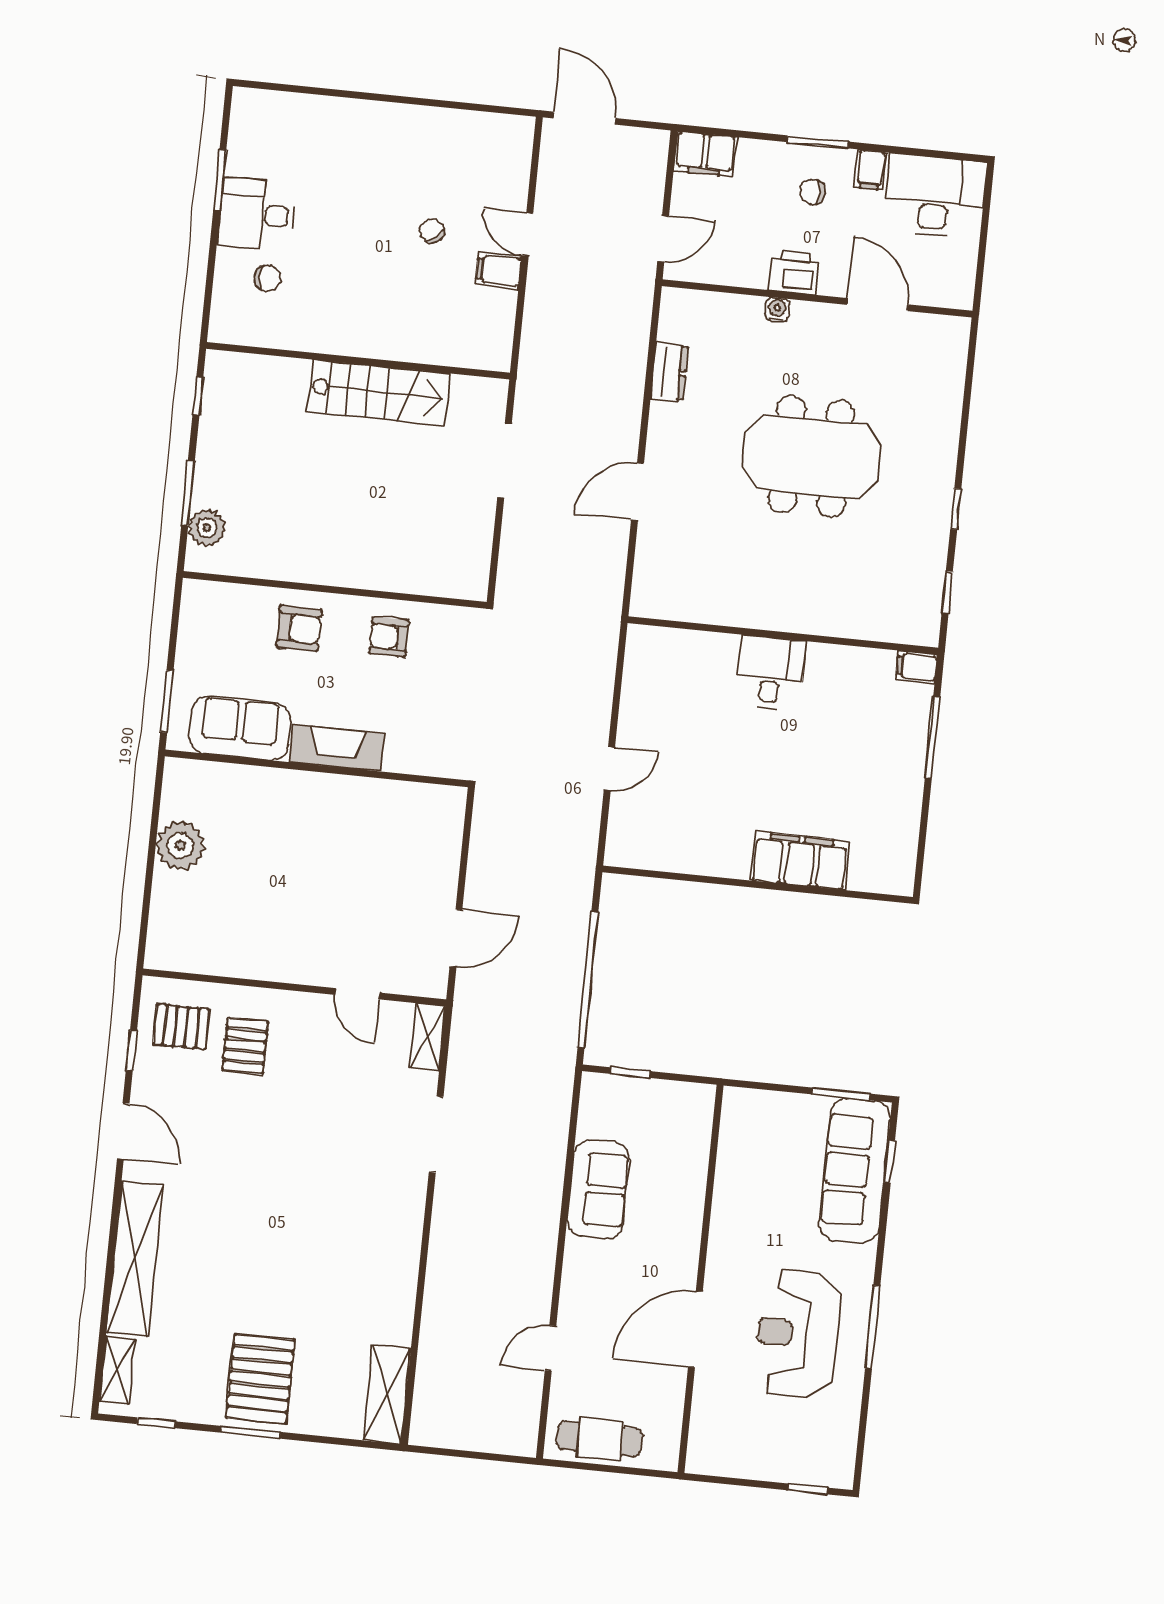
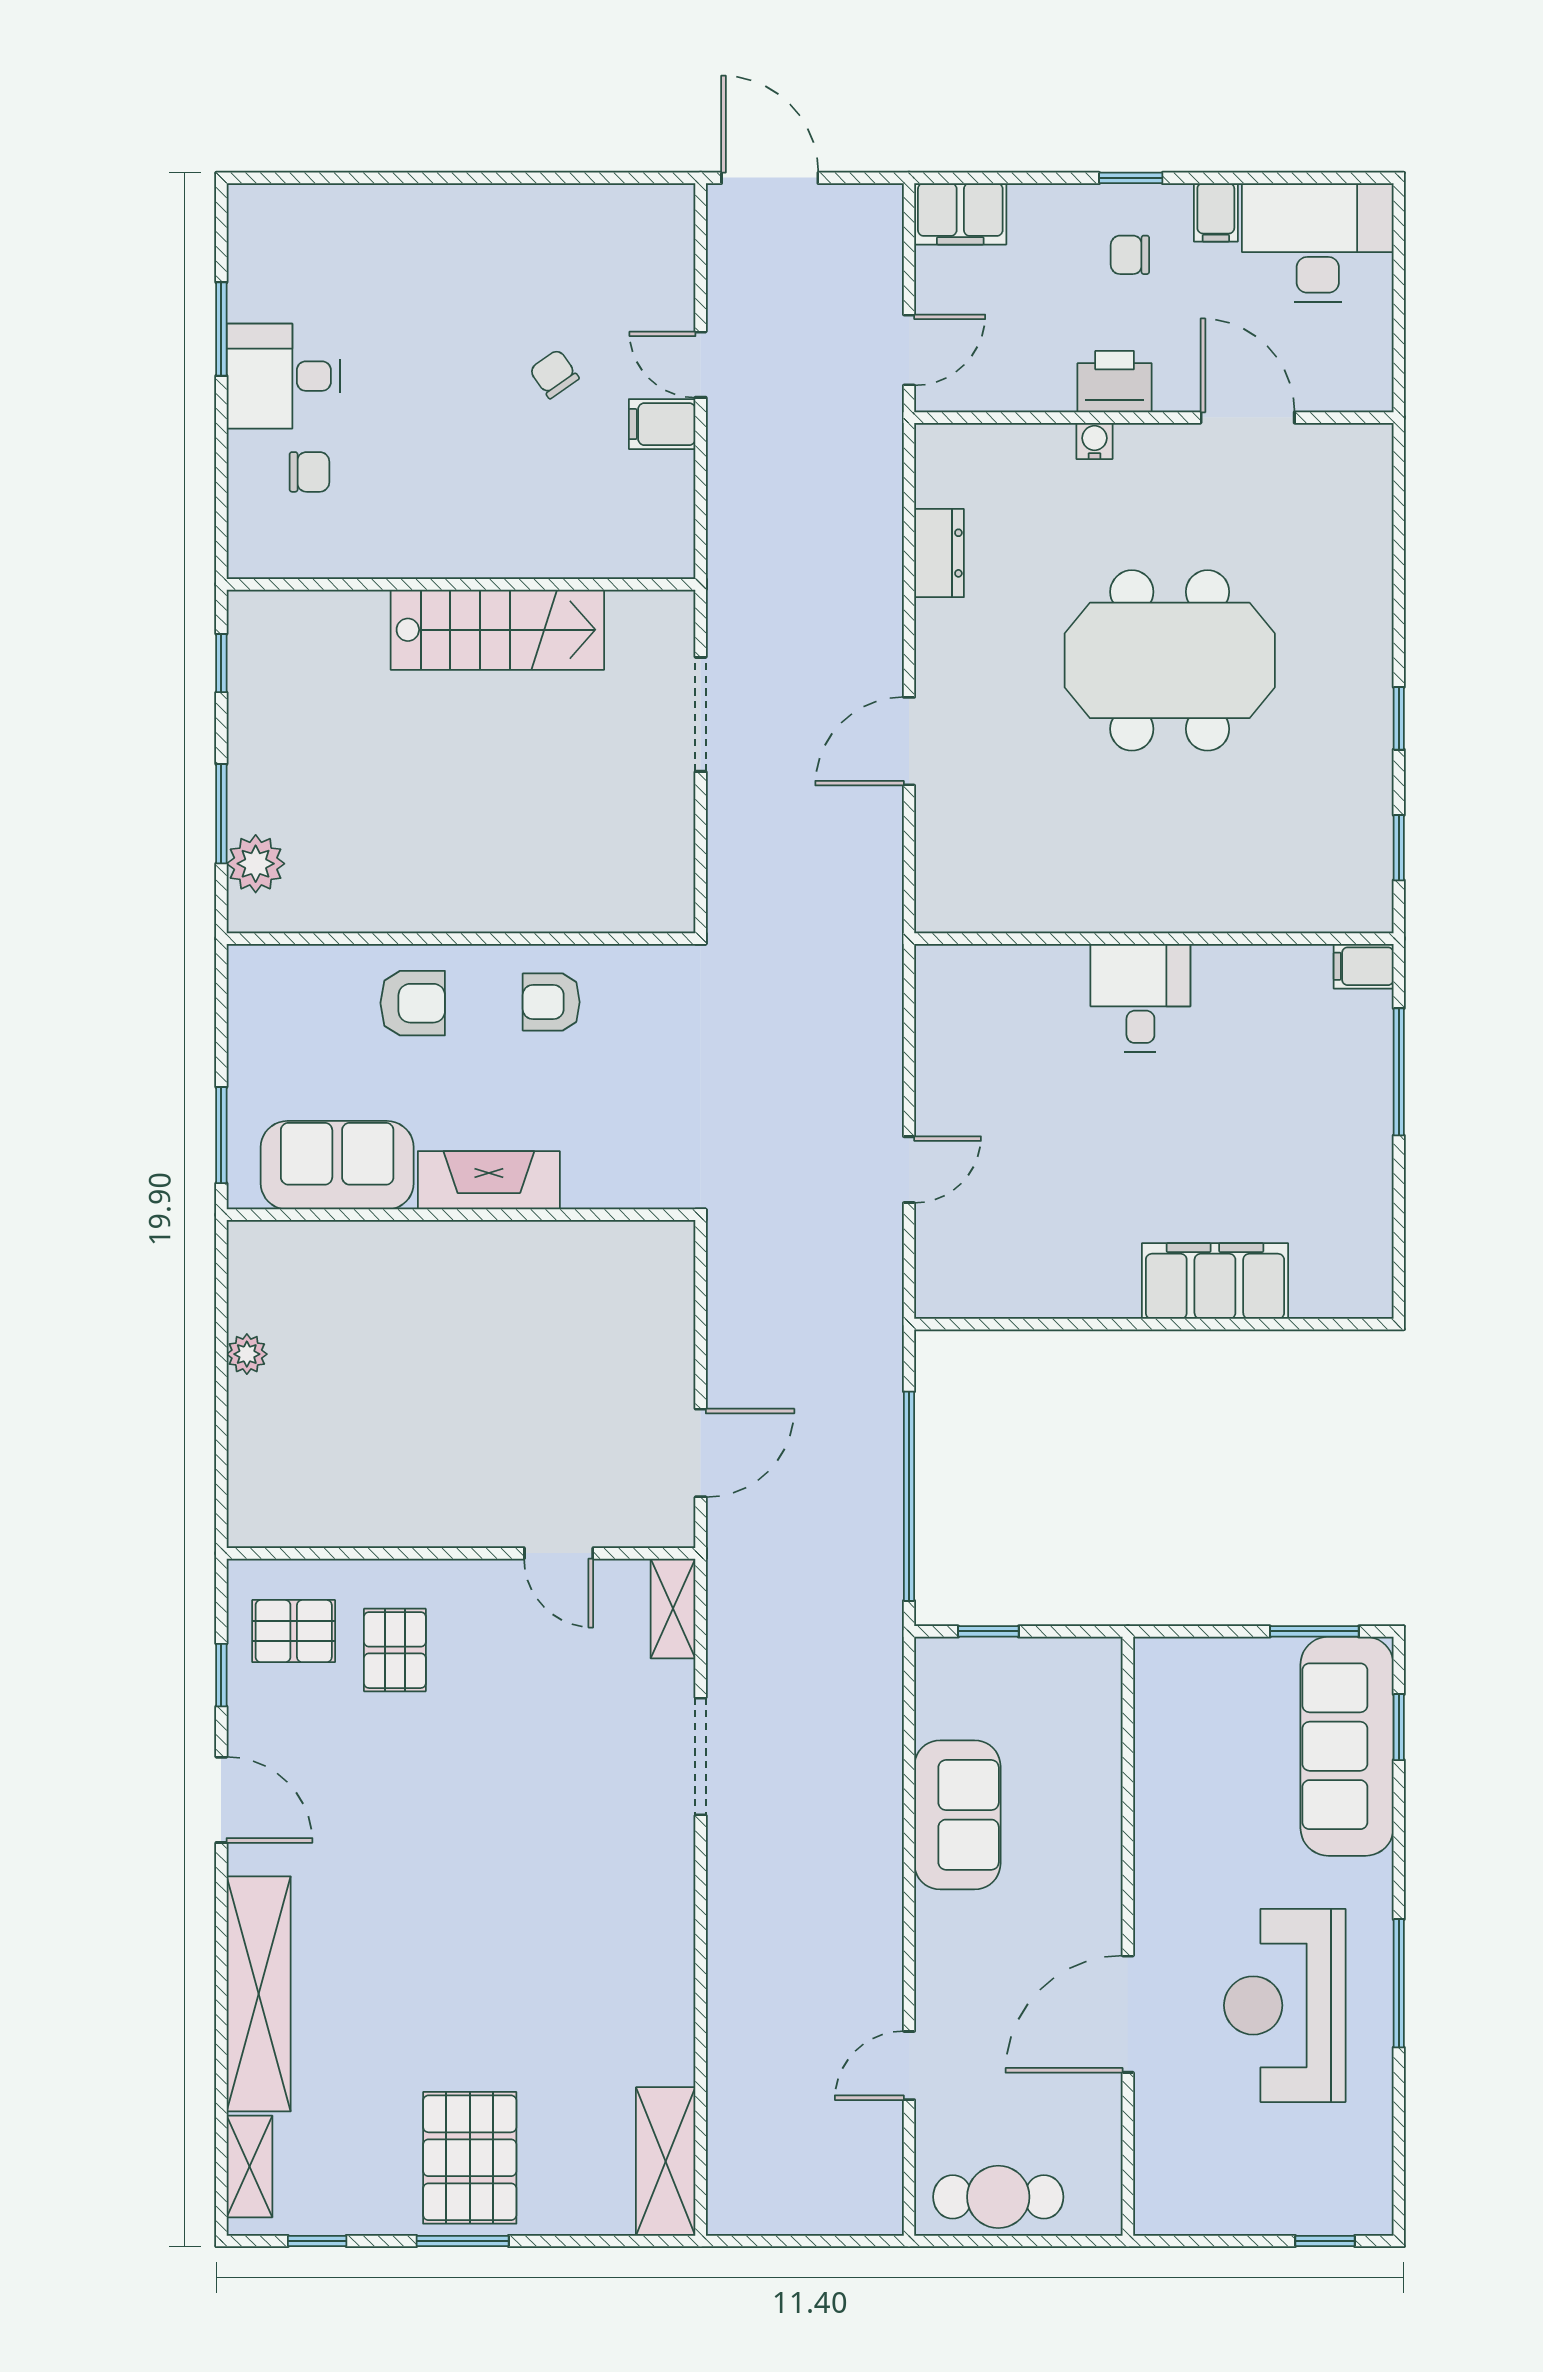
window: (818, 142) -> (1131, 178), width x0.67
plant: (180, 846) -> (247, 1354), width x0.53, depth x0.53

